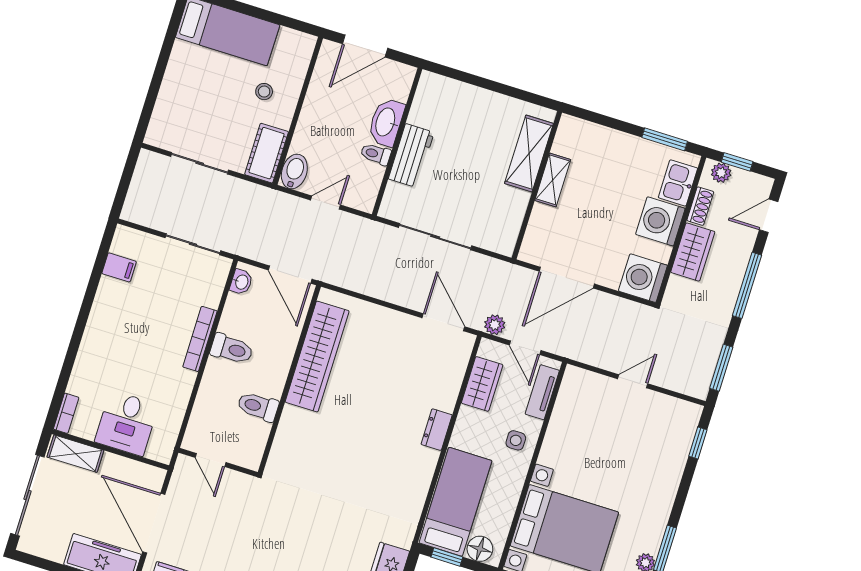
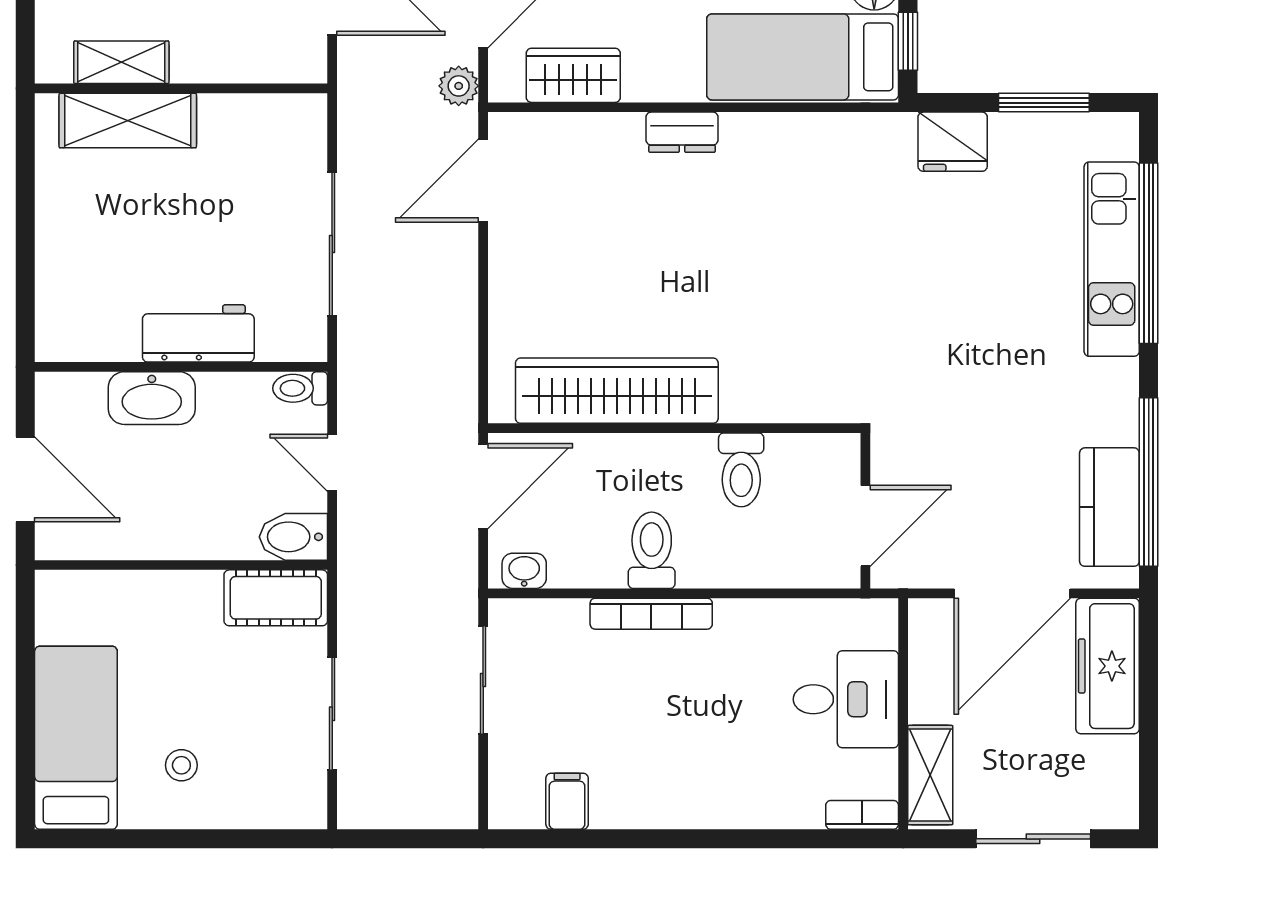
stool: (264, 92) -> (181, 765), moved
toilet: (376, 154) -> (300, 388), moved, turned 90
shelving: (553, 180) -> (121, 62), moved
door: (211, 460) -> (865, 526), width x1.38
sliding door: (27, 495) -> (1033, 839), width x0.73

